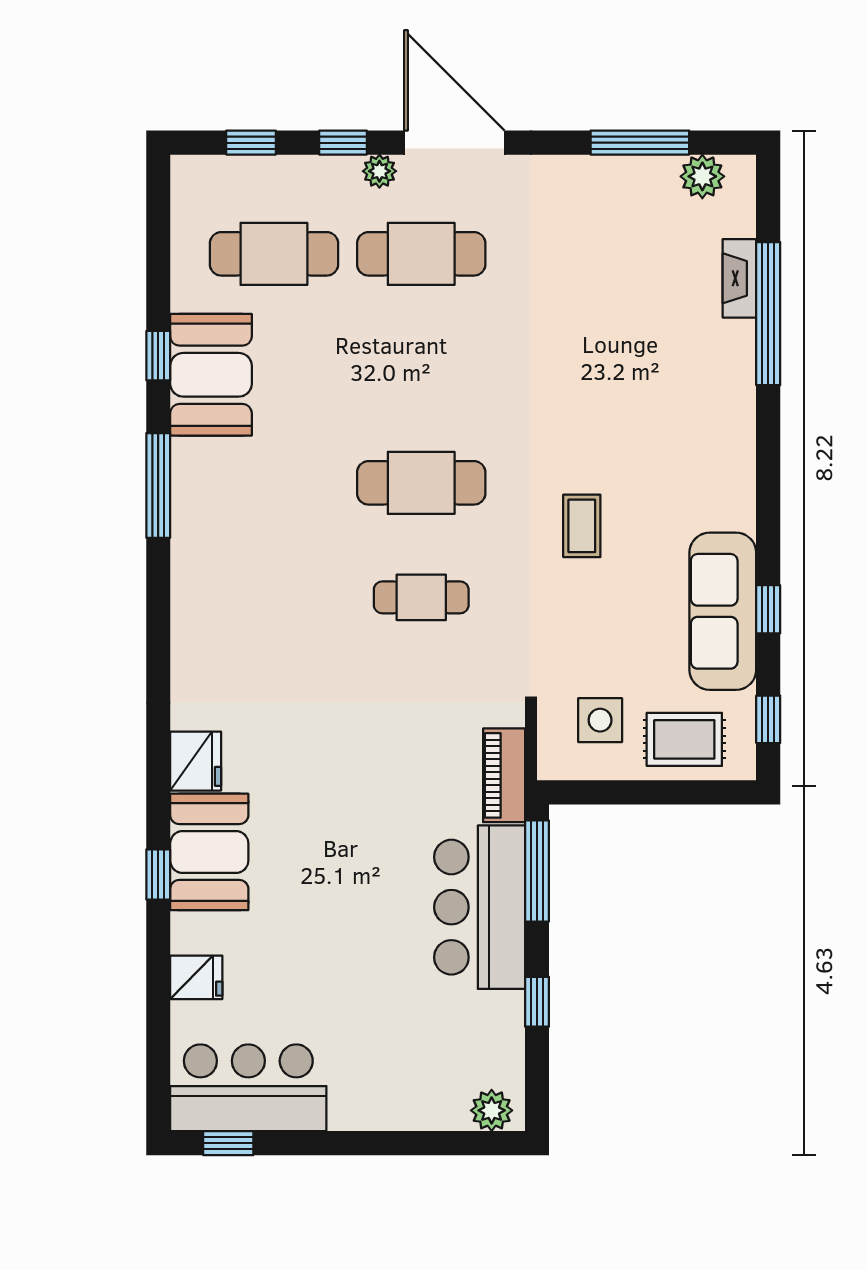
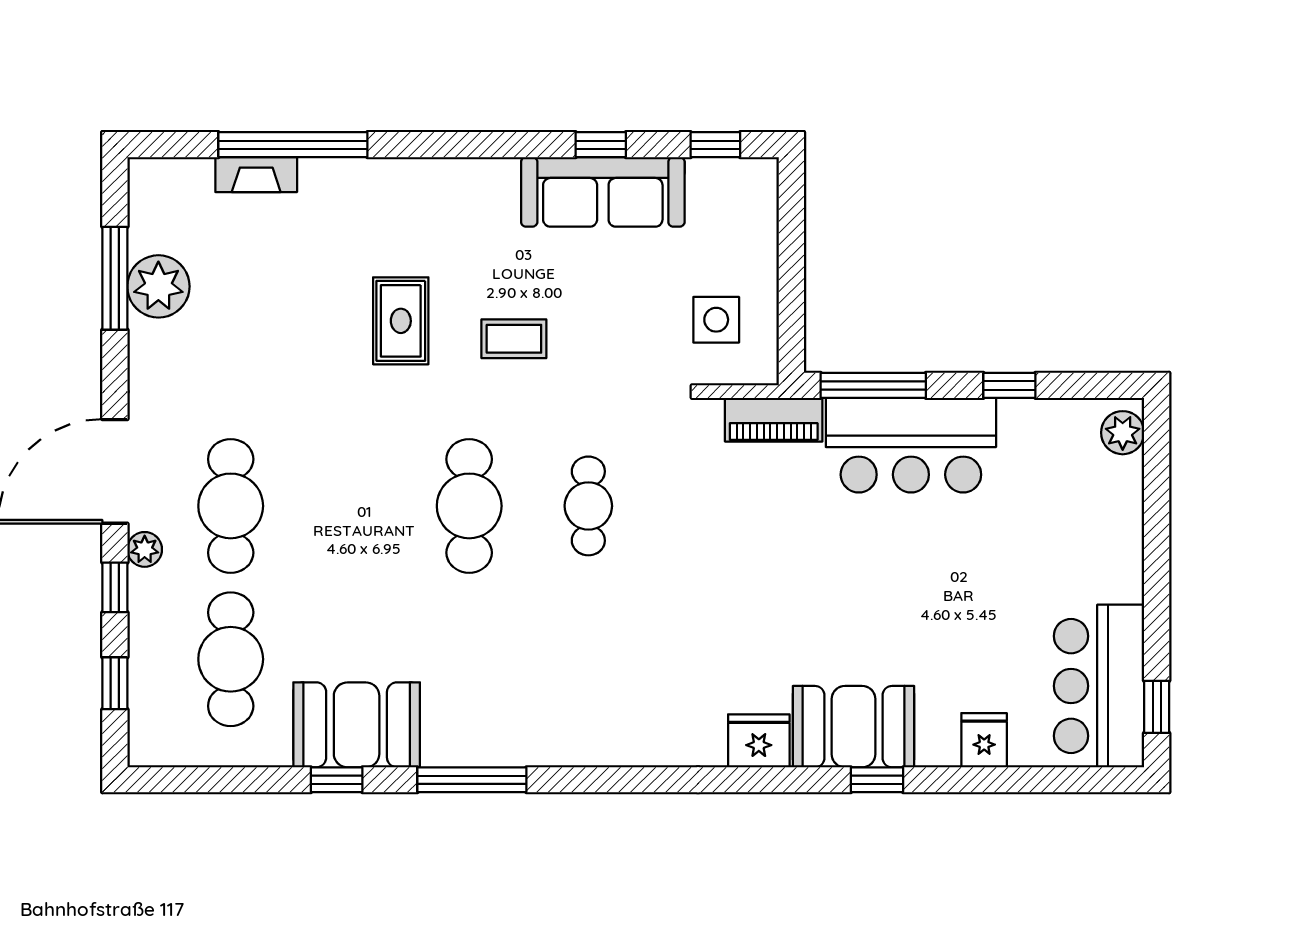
plant: (702, 176) -> (158, 286), moved, width x1.36, depth x1.36
rug: (684, 739) -> (401, 321), moved

